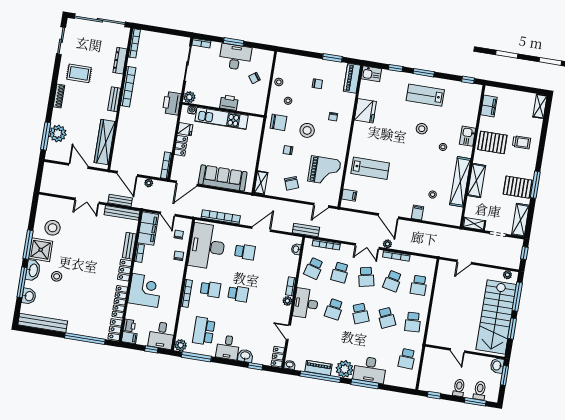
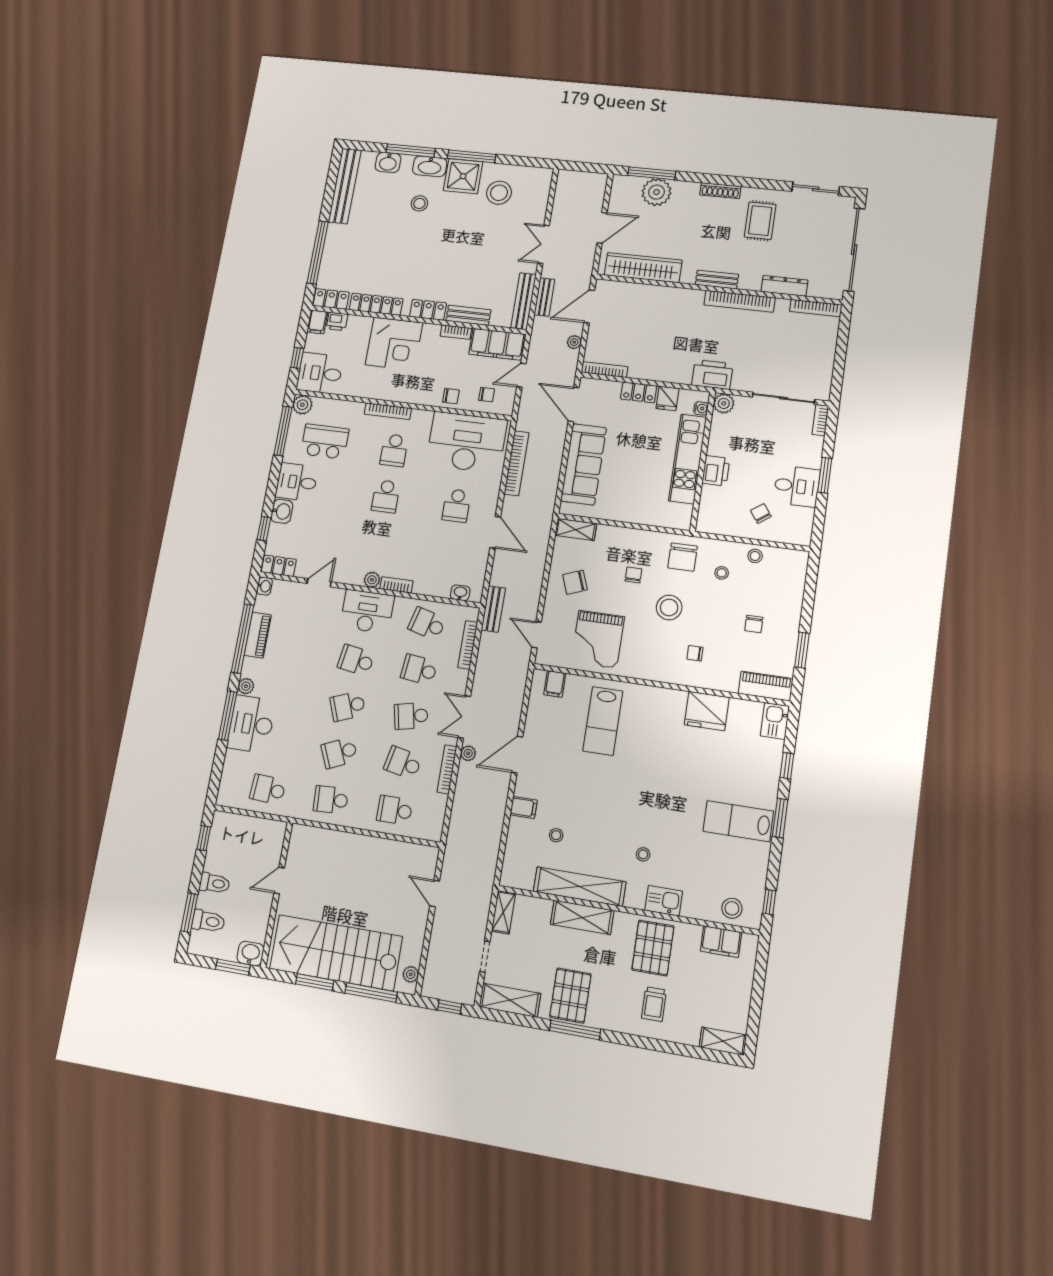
desk: (235, 57) -> (797, 486), width x0.73
lab bench: (425, 95) -> (738, 821), turned -90
stool: (422, 129) -> (732, 908), moved
plant: (345, 369) -> (246, 686), width x0.53, depth x0.53

